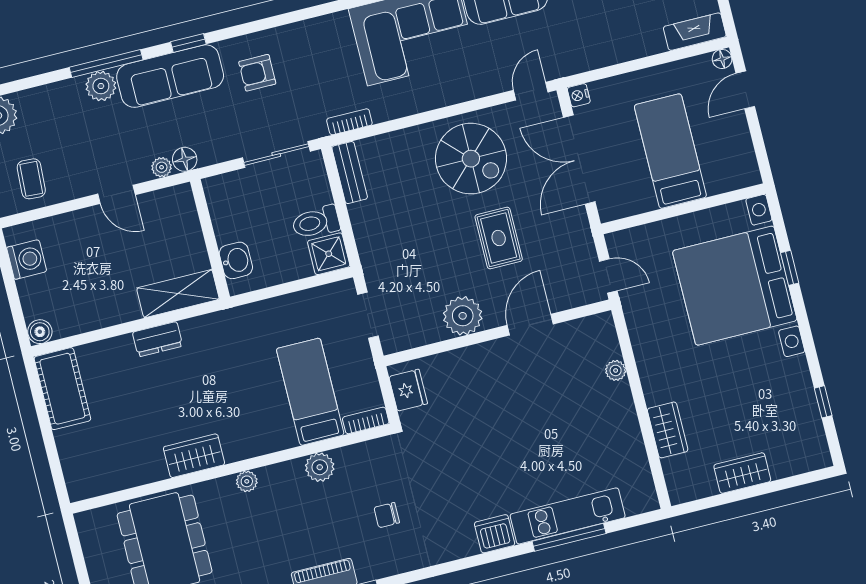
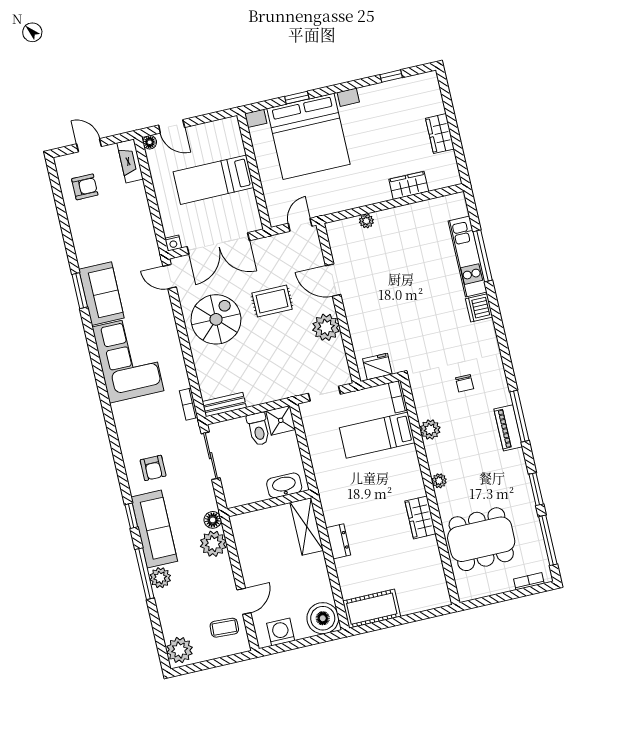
plant: (162, 167) -> (213, 544), width x1.88, depth x1.88
door: (116, 194) -> (244, 601), moved
washbasin: (236, 260) -> (284, 485), width x1.38
boiler: (40, 332) -> (323, 618), width x1.86, depth x1.86

